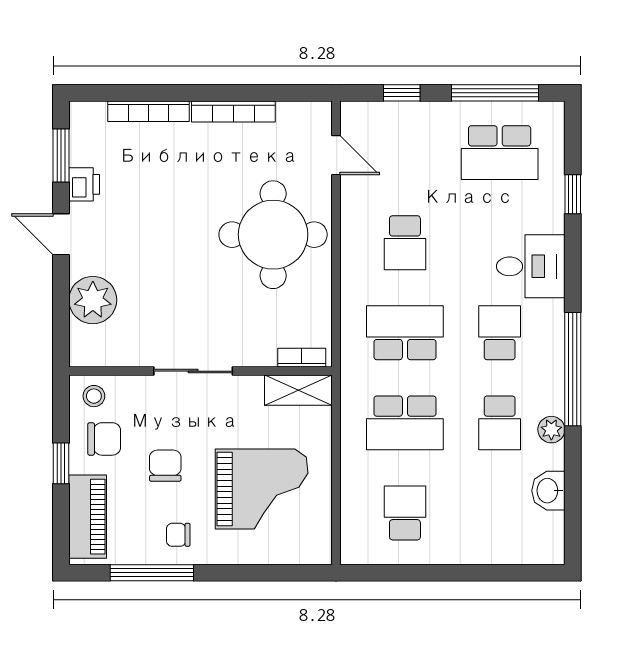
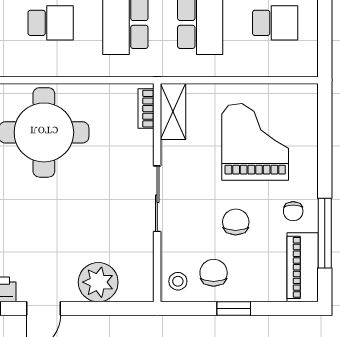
chair: (165, 466) -> (236, 222), turned 90
school desk: (405, 513) -> (275, 23), turned 180
piano: (88, 517) -> (303, 267), moved, turned -90

